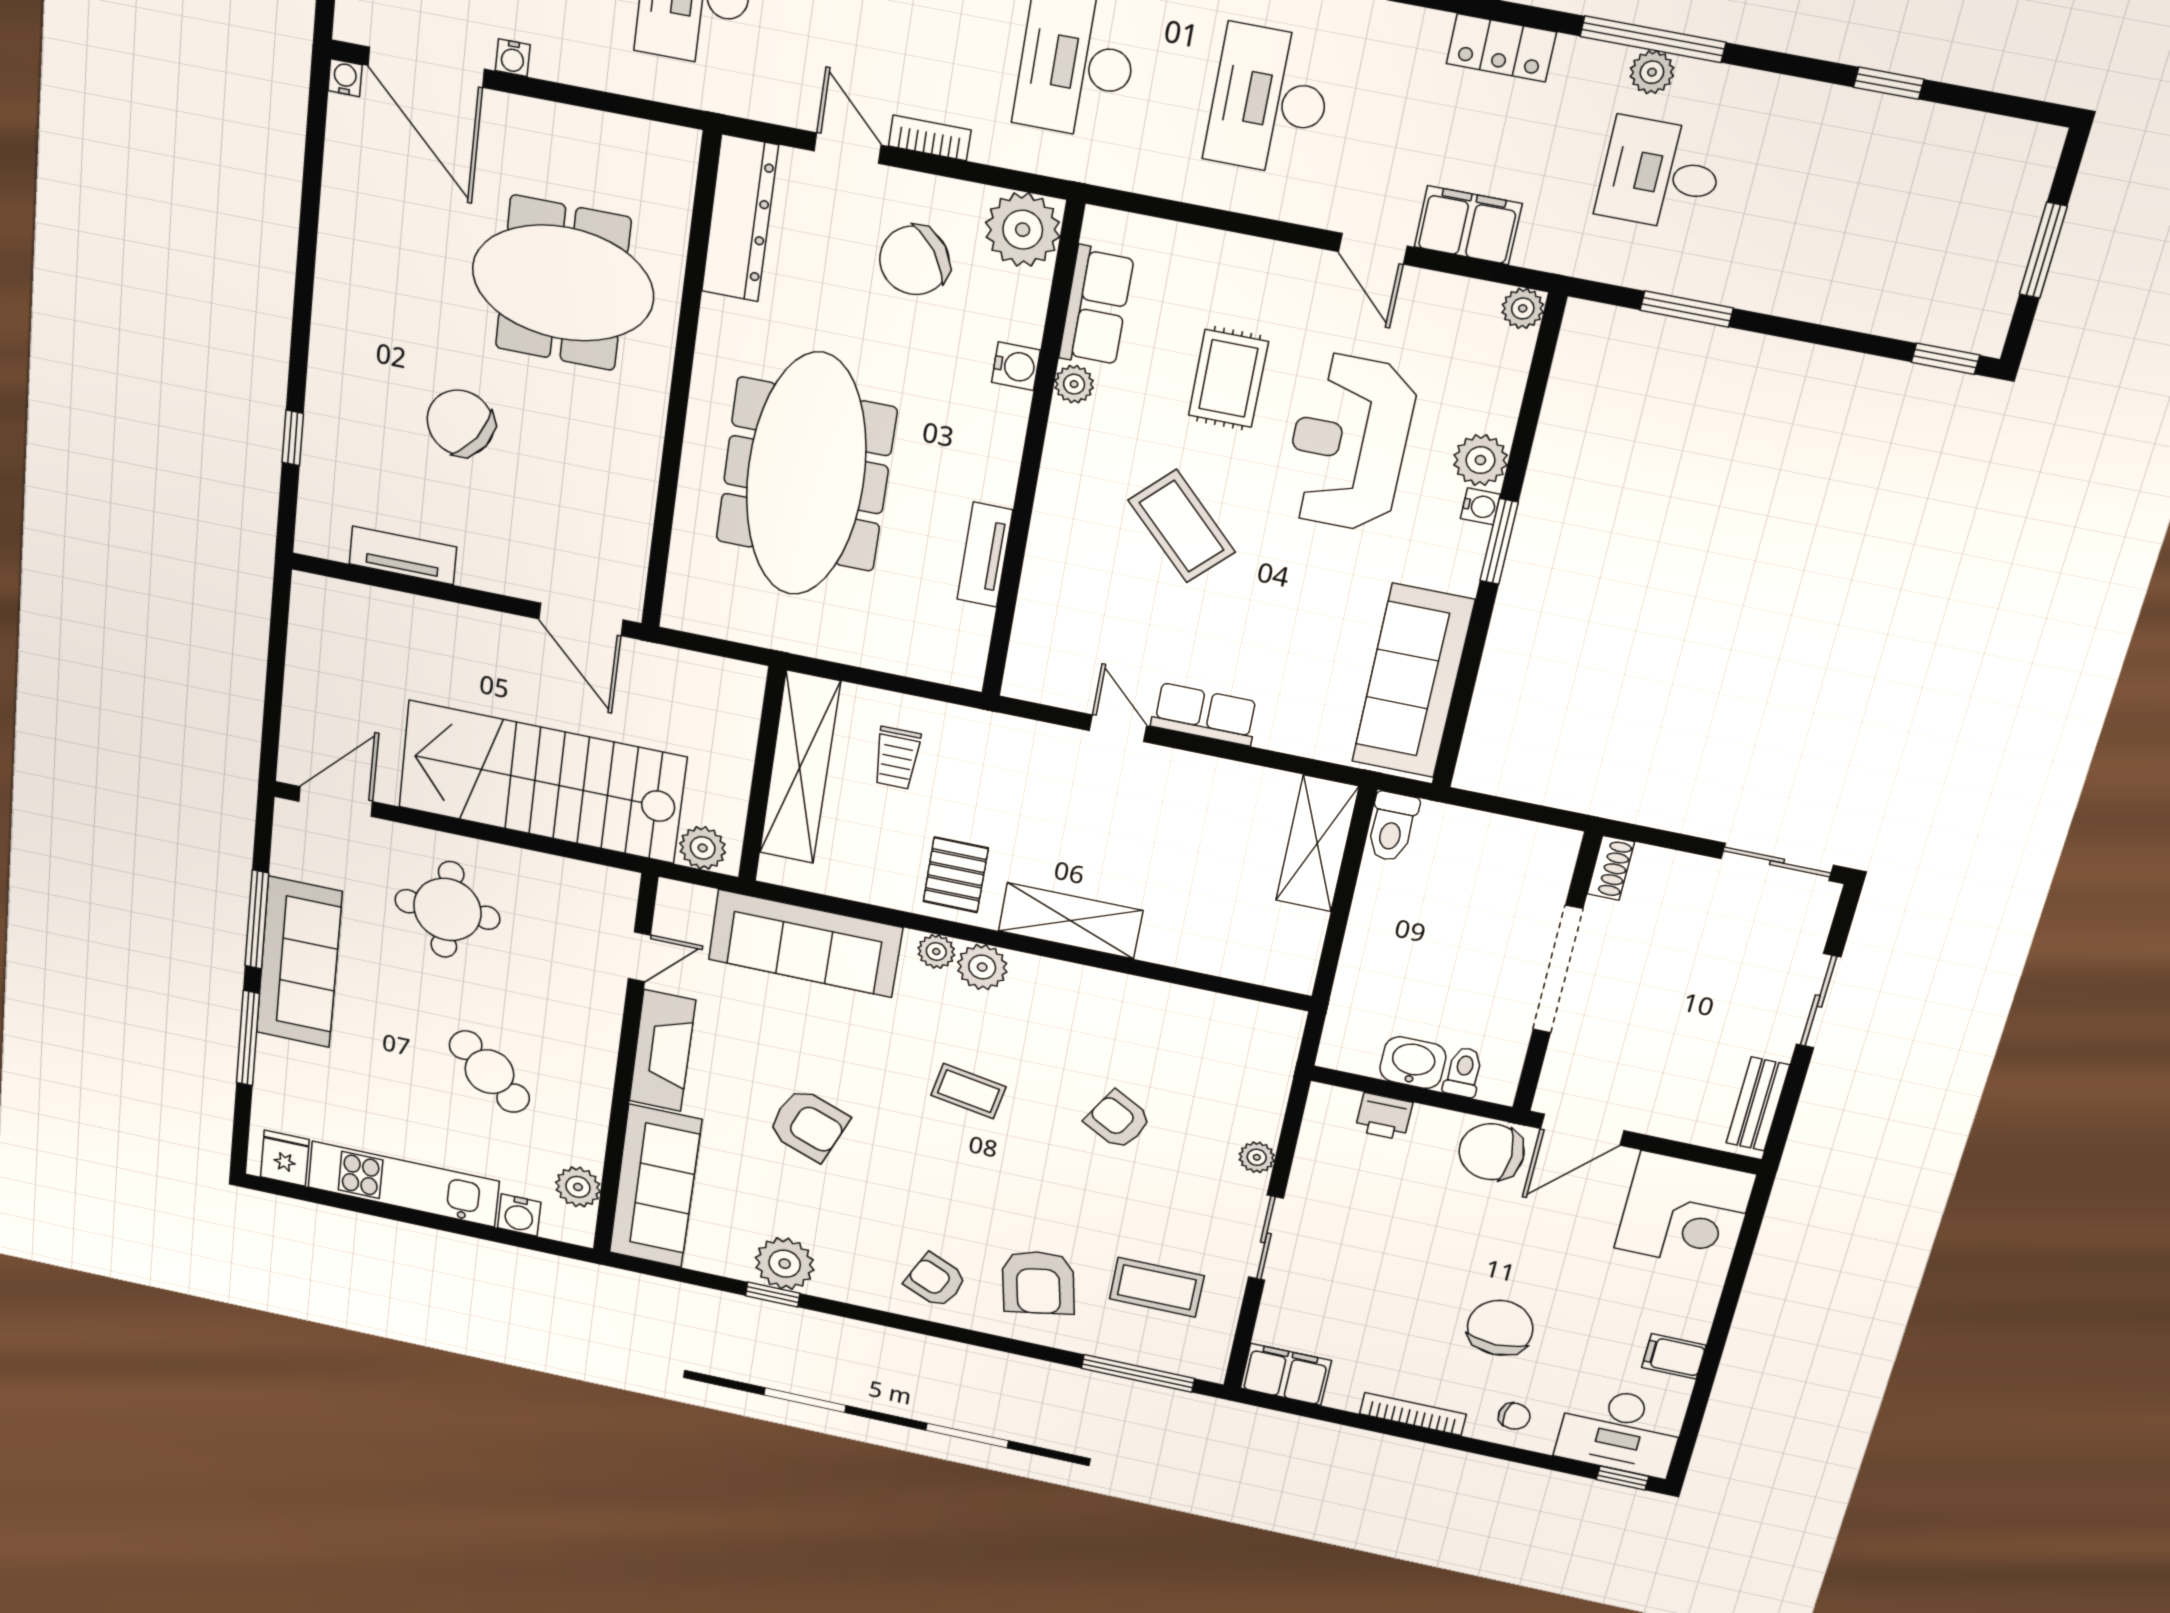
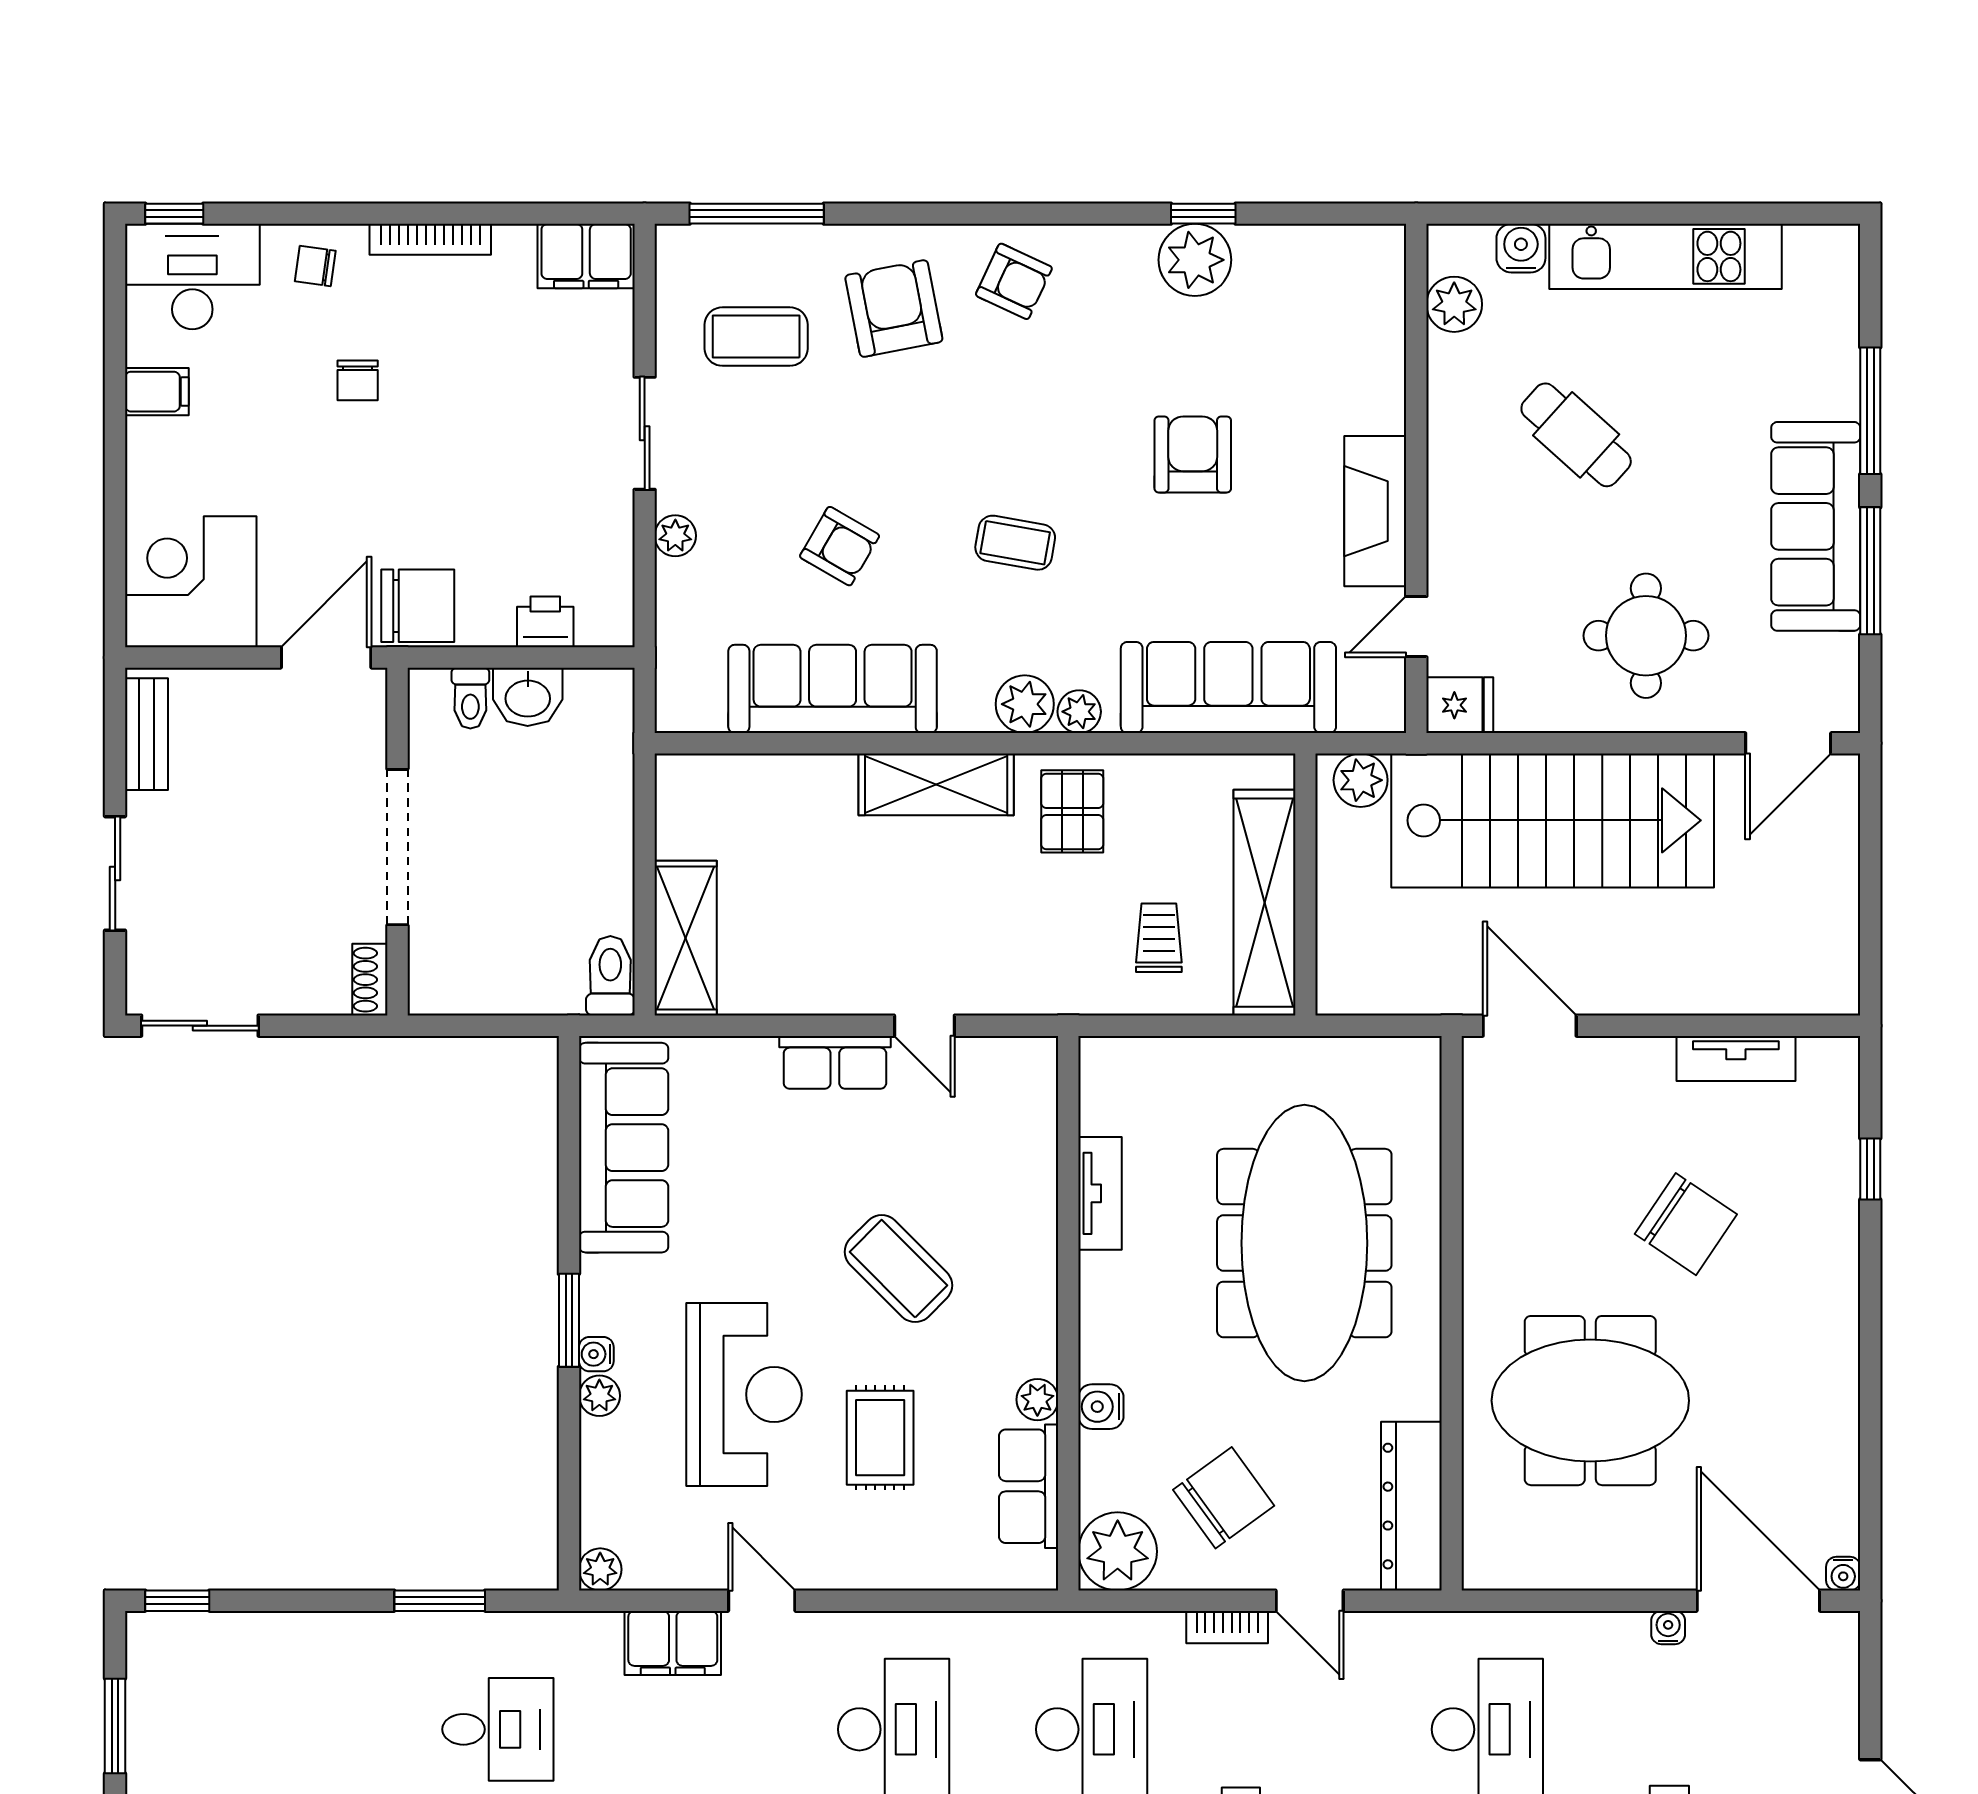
plant: (1480, 460) -> (599, 1396), width x0.73, depth x0.73
armchair: (808, 1125) -> (1193, 455), turned 69
fridge: (285, 1158) -> (1460, 705), moved, turned -90
sofa: (655, 1186) -> (833, 689), moved, turned 90
chair: (1500, 1328) -> (358, 380), width x0.54, depth x0.54

